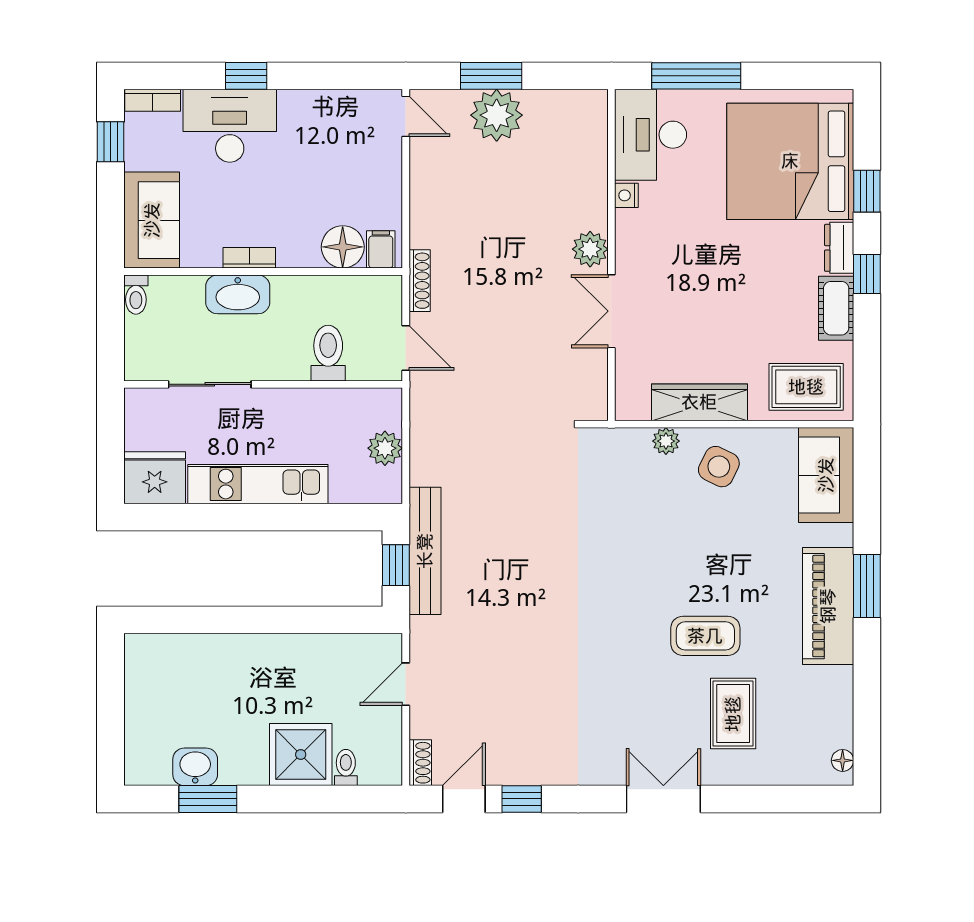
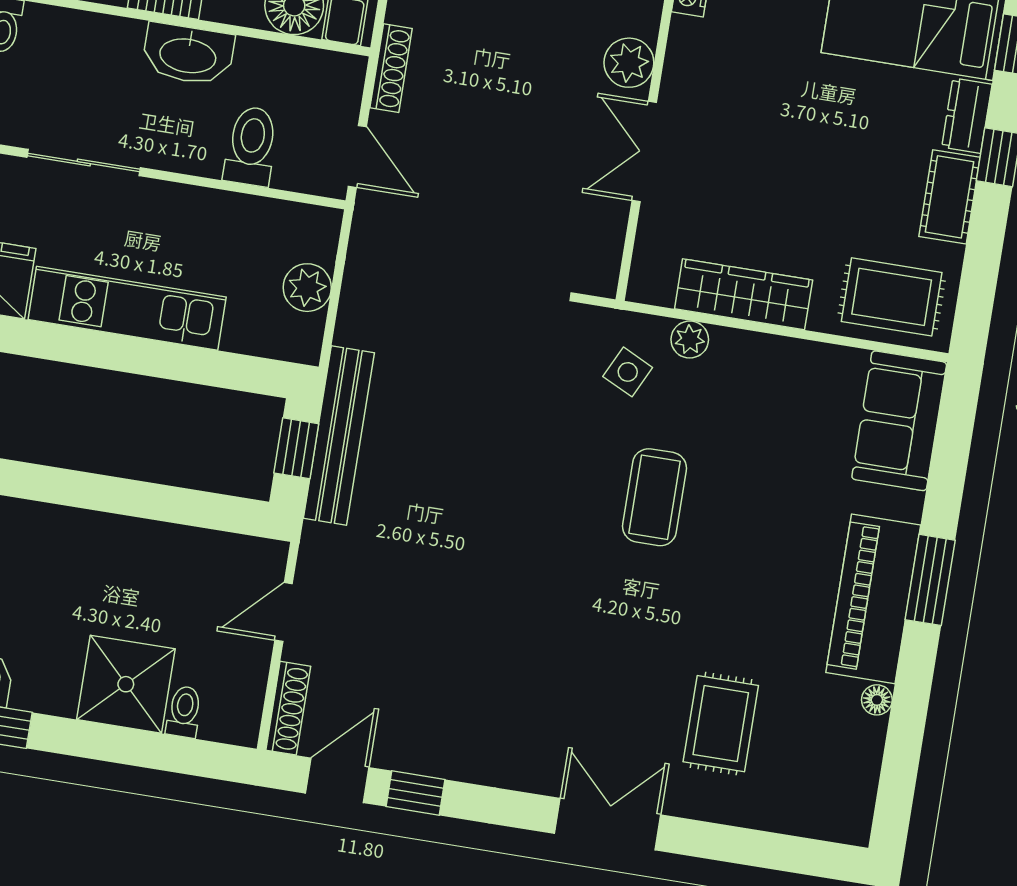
washbasin: (238, 294) -> (188, 54), moved
side table: (719, 467) -> (628, 372), moved, width x0.73, depth x0.73
coffee table: (705, 636) -> (655, 497), moved, turned 90
floor lamp: (843, 760) -> (877, 700), moved
shoe rack: (420, 763) -> (288, 708), width x1.43

